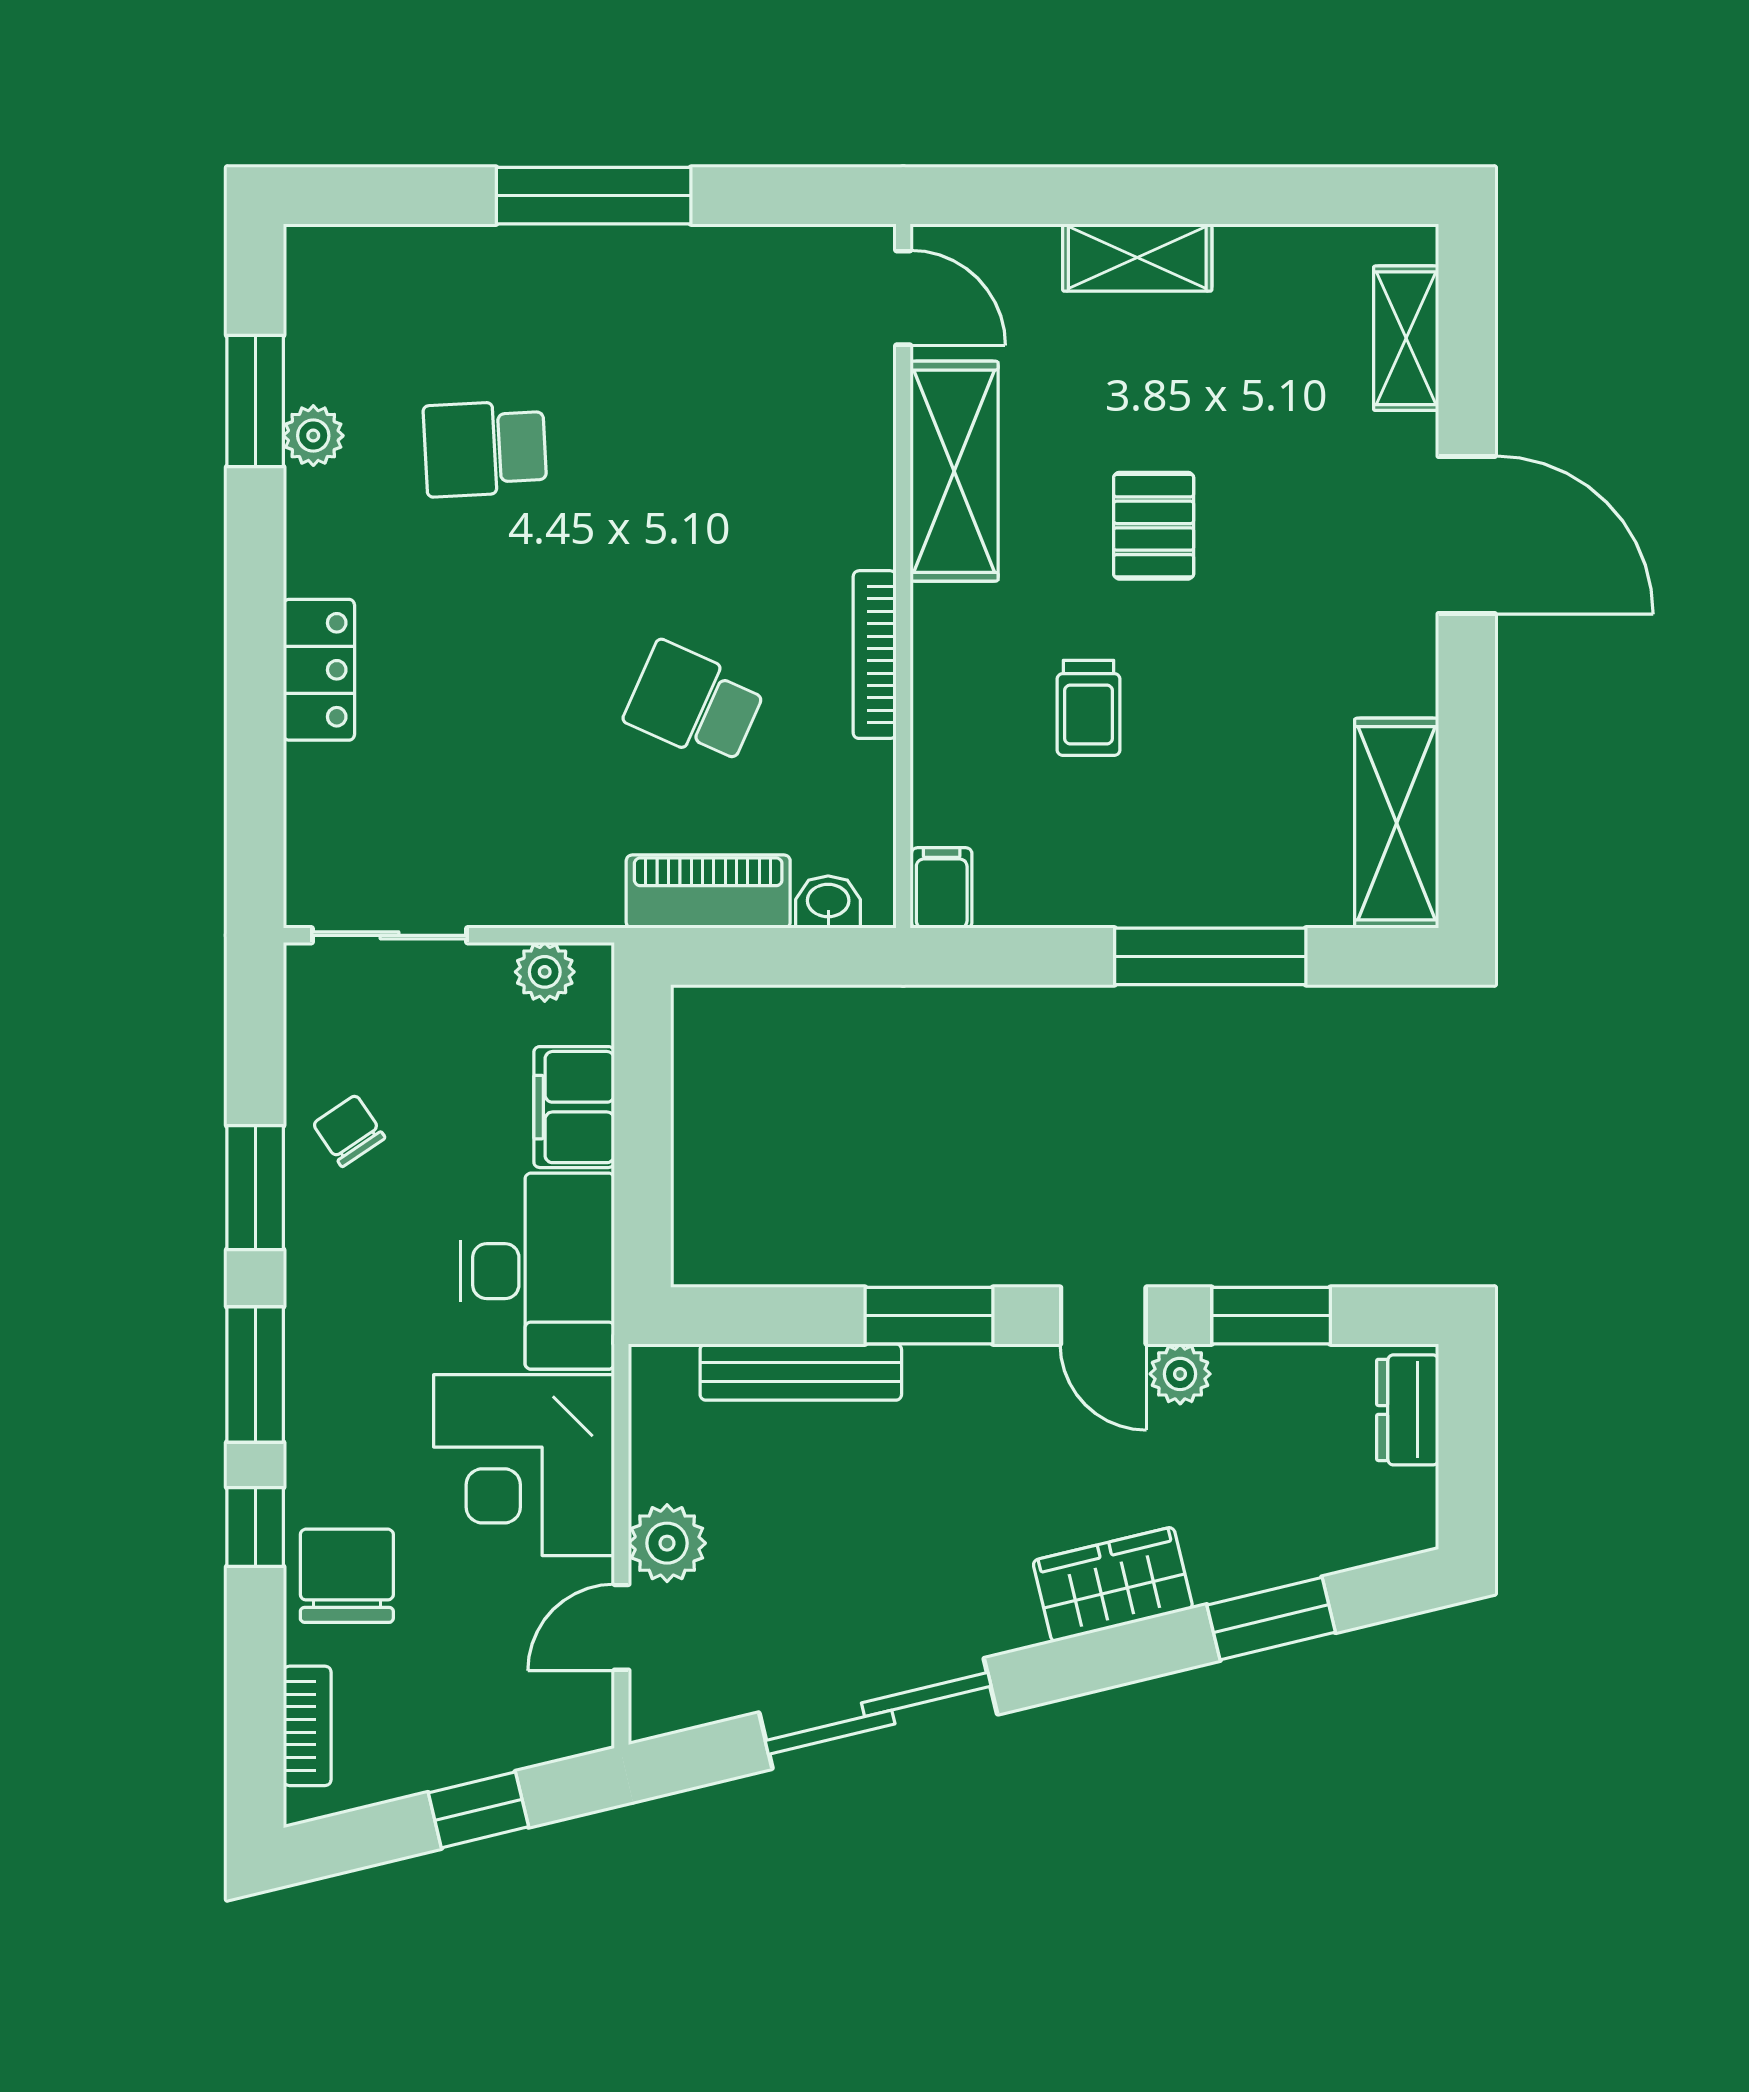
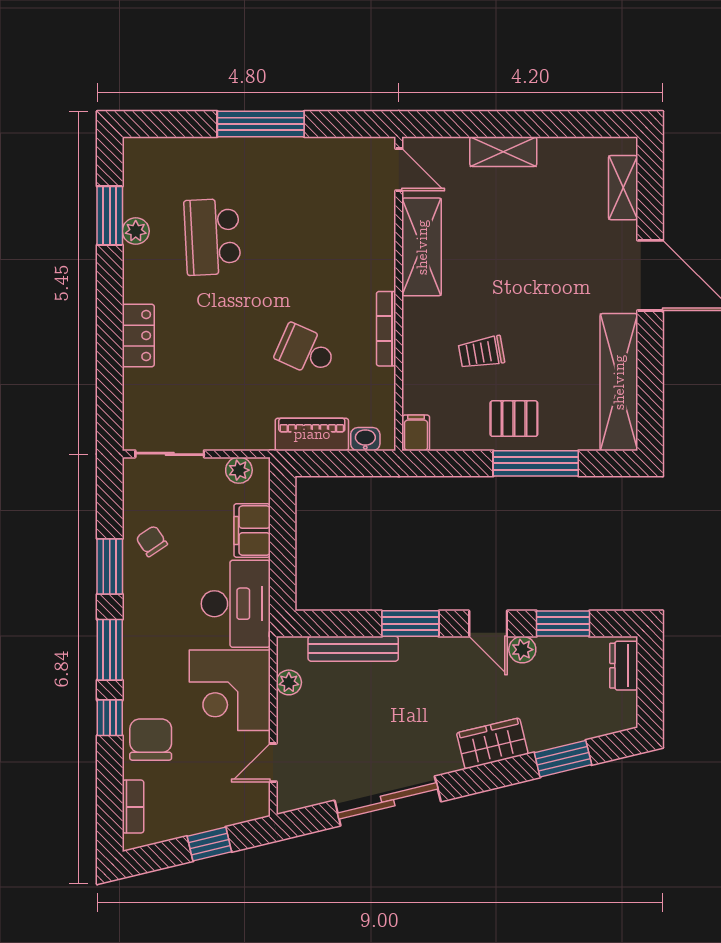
school desk: (485, 449) -> (212, 237), width x1.85
pallet: (1154, 526) -> (514, 419), moved, turned 90
trolley: (1089, 708) -> (481, 352), turned 80
shelving: (1397, 823) -> (619, 382), width x1.47
plant: (667, 1543) -> (289, 682), moved, width x0.73, depth x0.73

